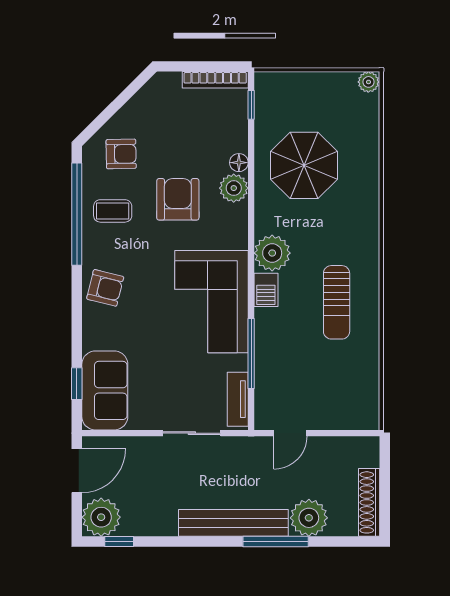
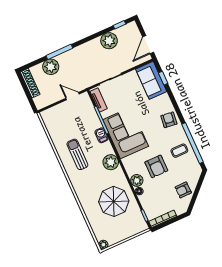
armchair: (121, 154) -> (183, 190), moved
armchair: (105, 288) -> (169, 120), turned 83
barbecue: (266, 290) -> (101, 135), moved
door: (290, 433) -> (72, 96), hinge flipped
plant: (101, 517) -> (109, 41), moved
bench: (233, 523) -> (79, 52), removed

